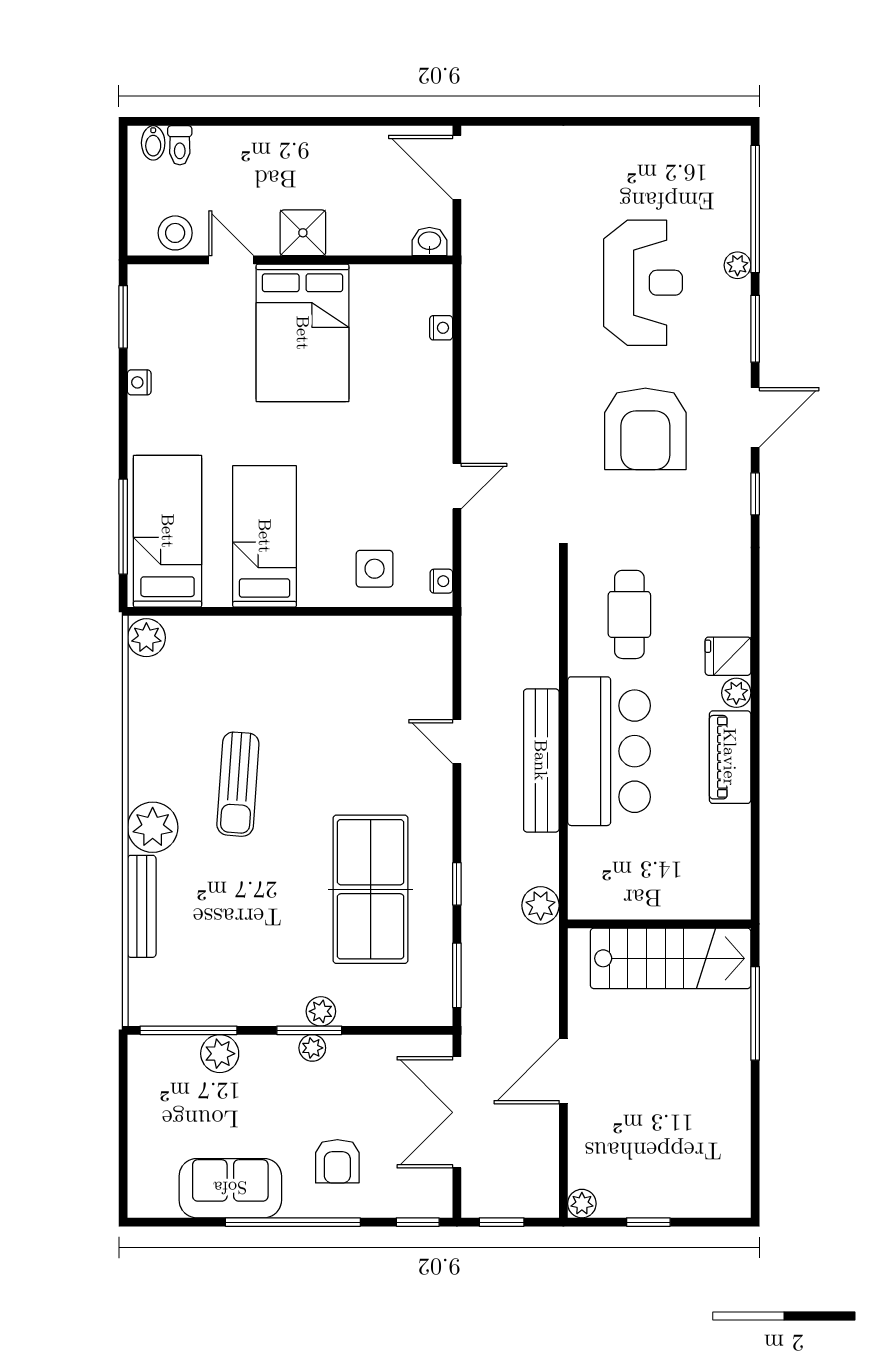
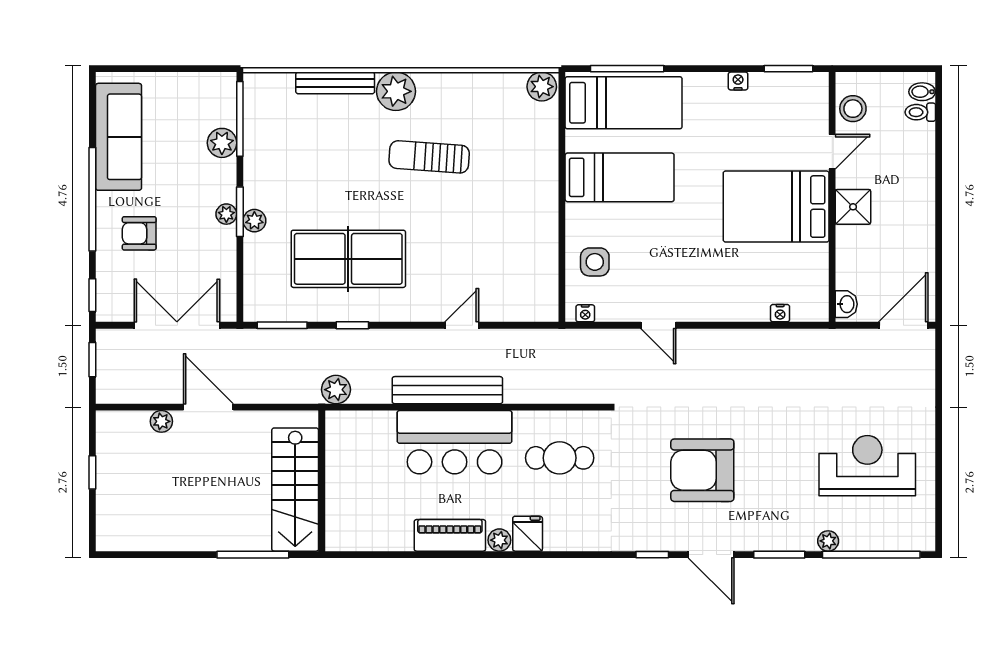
reception desk: (643, 283) -> (867, 466), moved, turned 180
sofa: (230, 1188) -> (119, 137), width x1.36
plant: (582, 1204) -> (161, 421), moved

